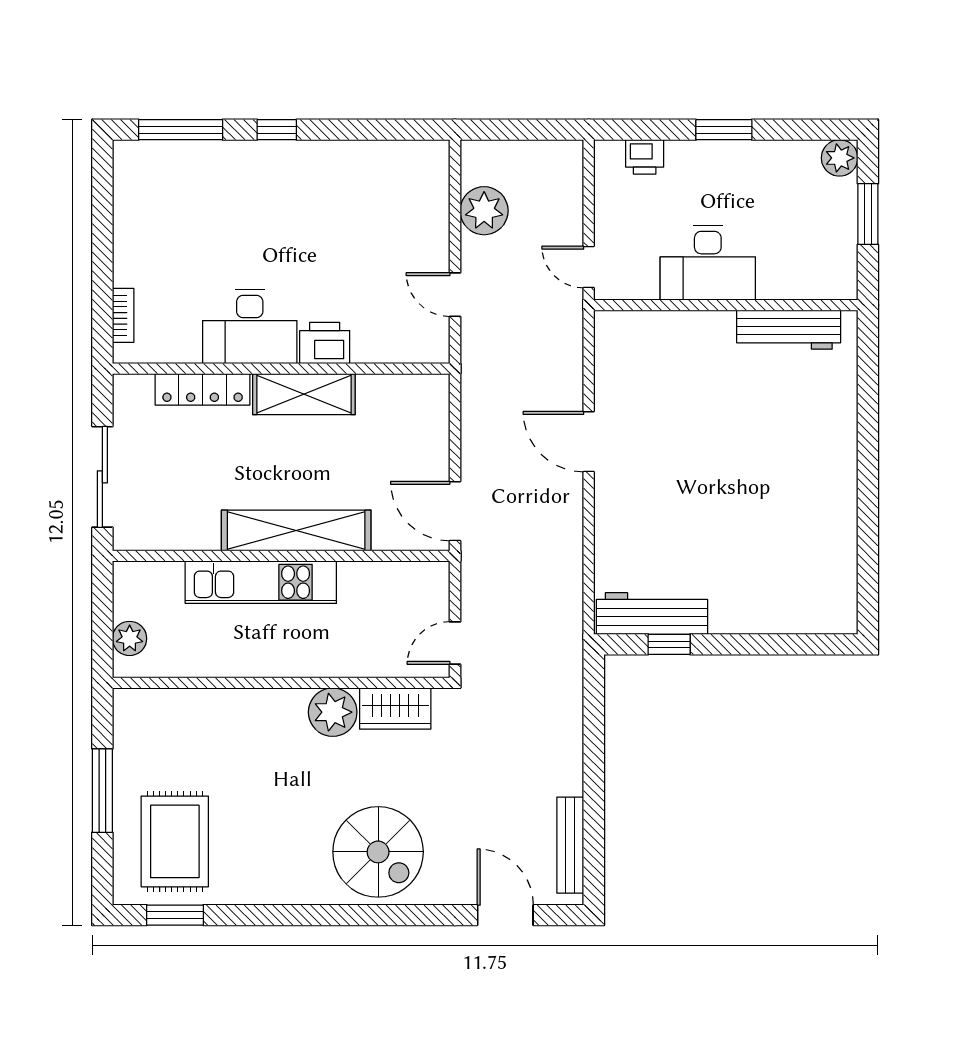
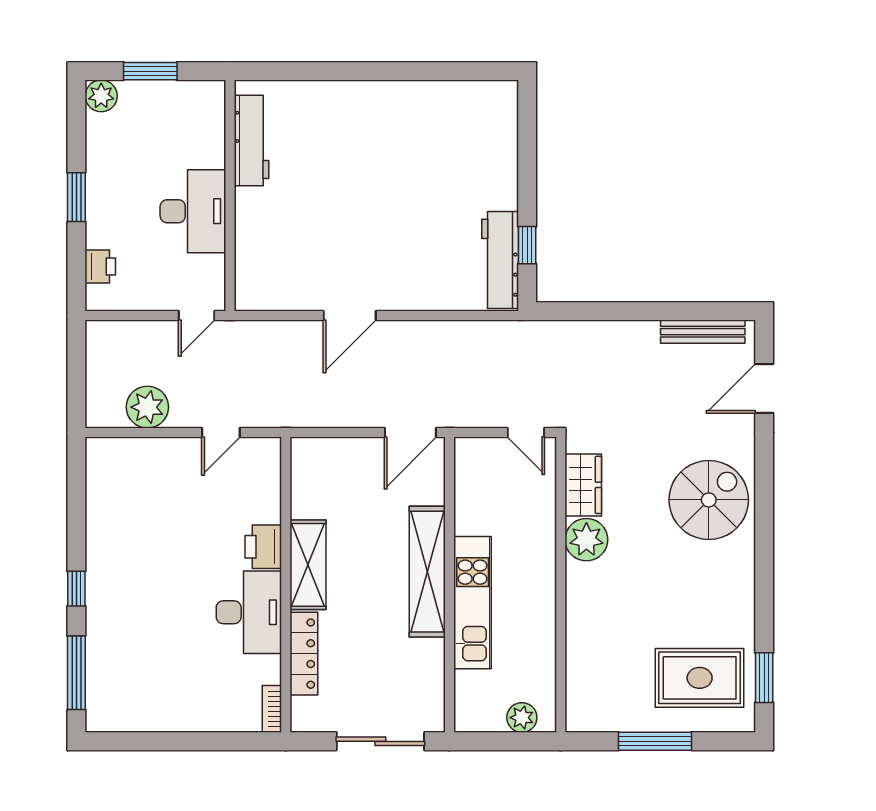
bookcase: (123, 315) -> (272, 709), moved, turned -90

